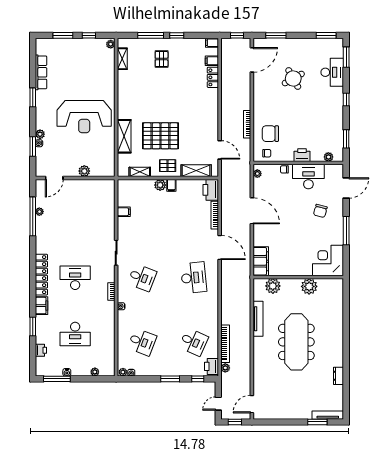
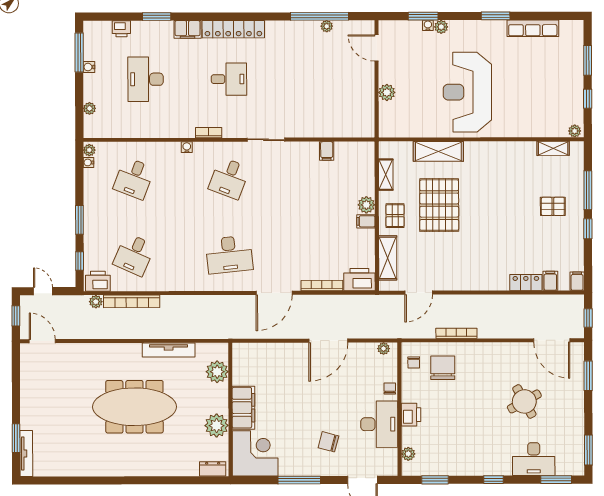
filing cabinet: (261, 261) -> (243, 408), moved, turned -90
desk: (75, 278) -> (229, 79), width x0.73
dresser: (338, 376) -> (213, 469), moved

